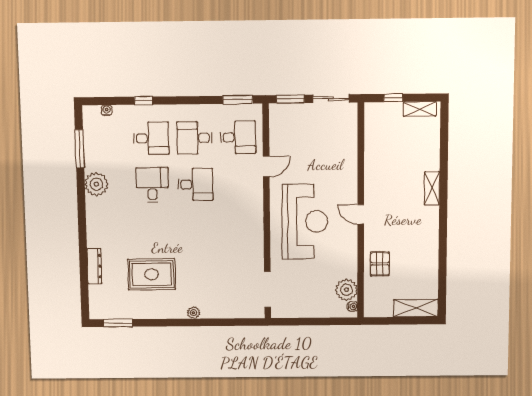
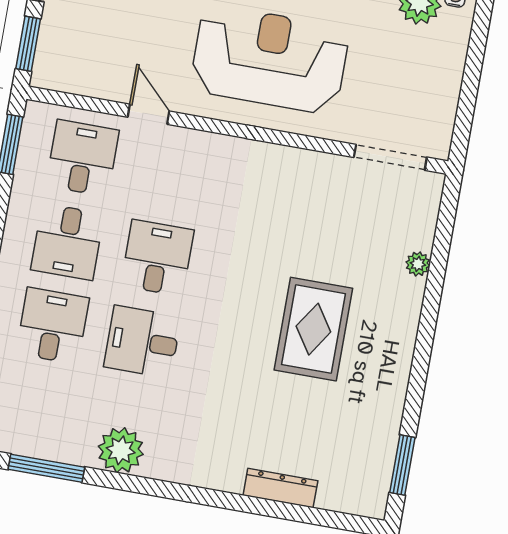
rug: (152, 274) -> (313, 329), moved
plant: (193, 313) -> (418, 264), moved

